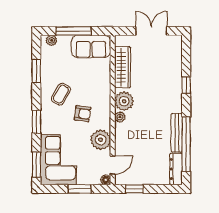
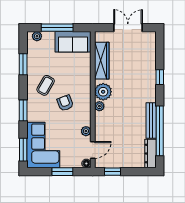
armchair: (83, 114) -> (65, 103), turned -119
plant: (101, 140) -> (86, 131), width x0.53, depth x0.53

